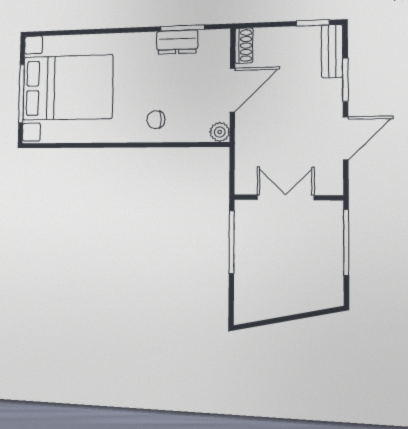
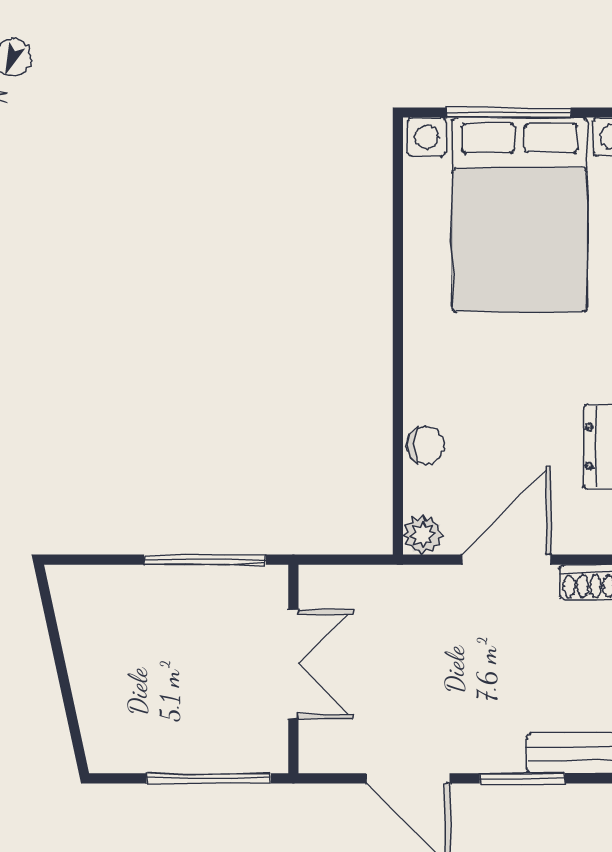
door: (232, 90) -> (506, 560), swing flipped
chair: (156, 120) -> (425, 445), moved, turned 90

